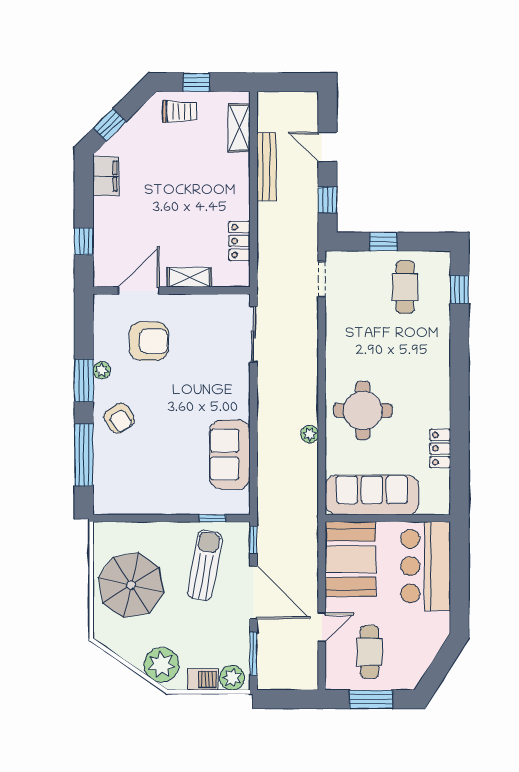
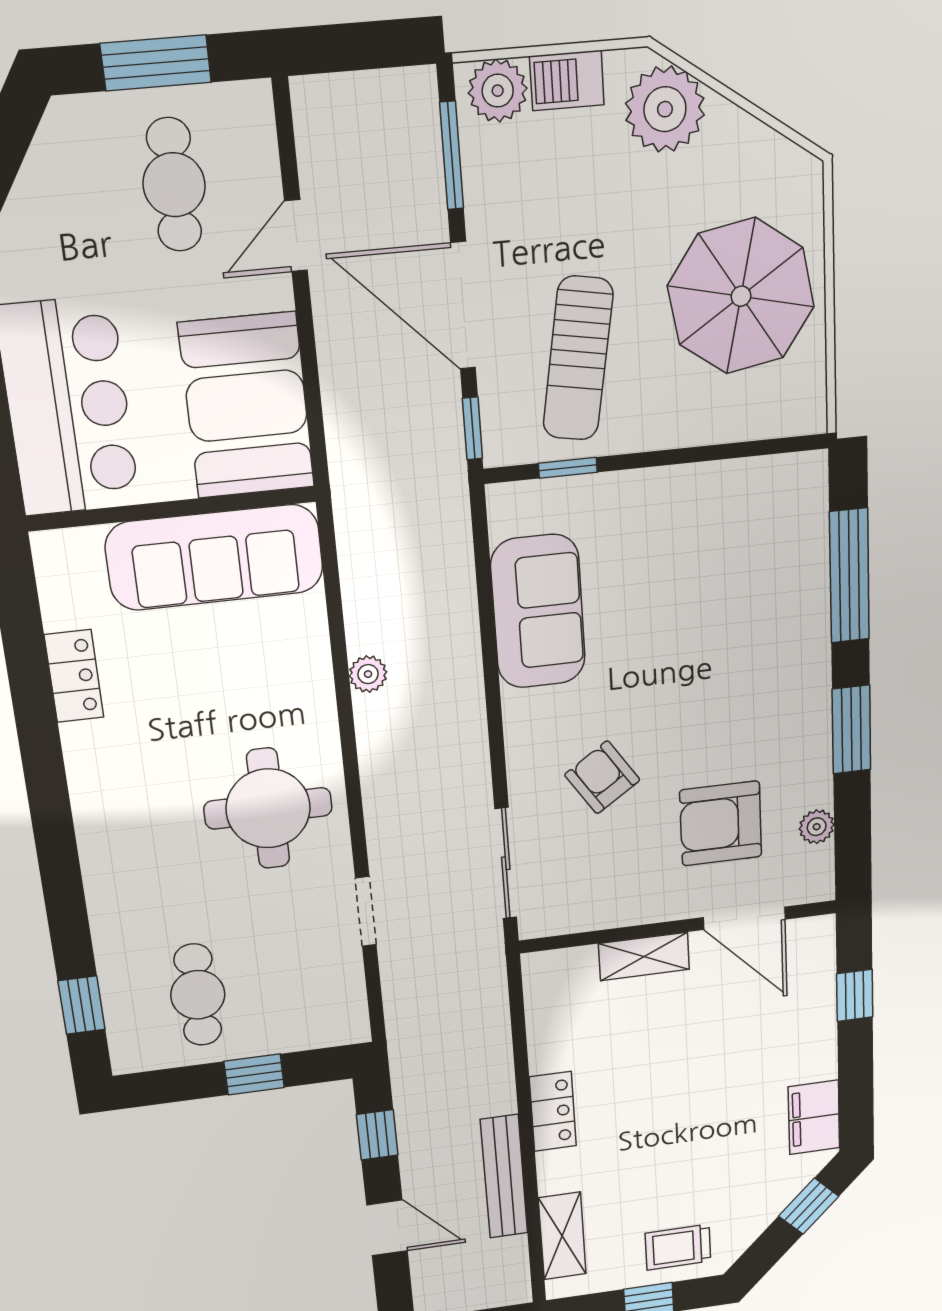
locker: (239, 241) -> (553, 1111), moved
doorway: (322, 279) -> (366, 912), moved
door: (139, 291) -> (744, 918), hinge flipped
plant: (102, 370) -> (817, 827), moved
round table: (363, 410) -> (268, 808), moved
armchair: (119, 418) -> (602, 777), moved

